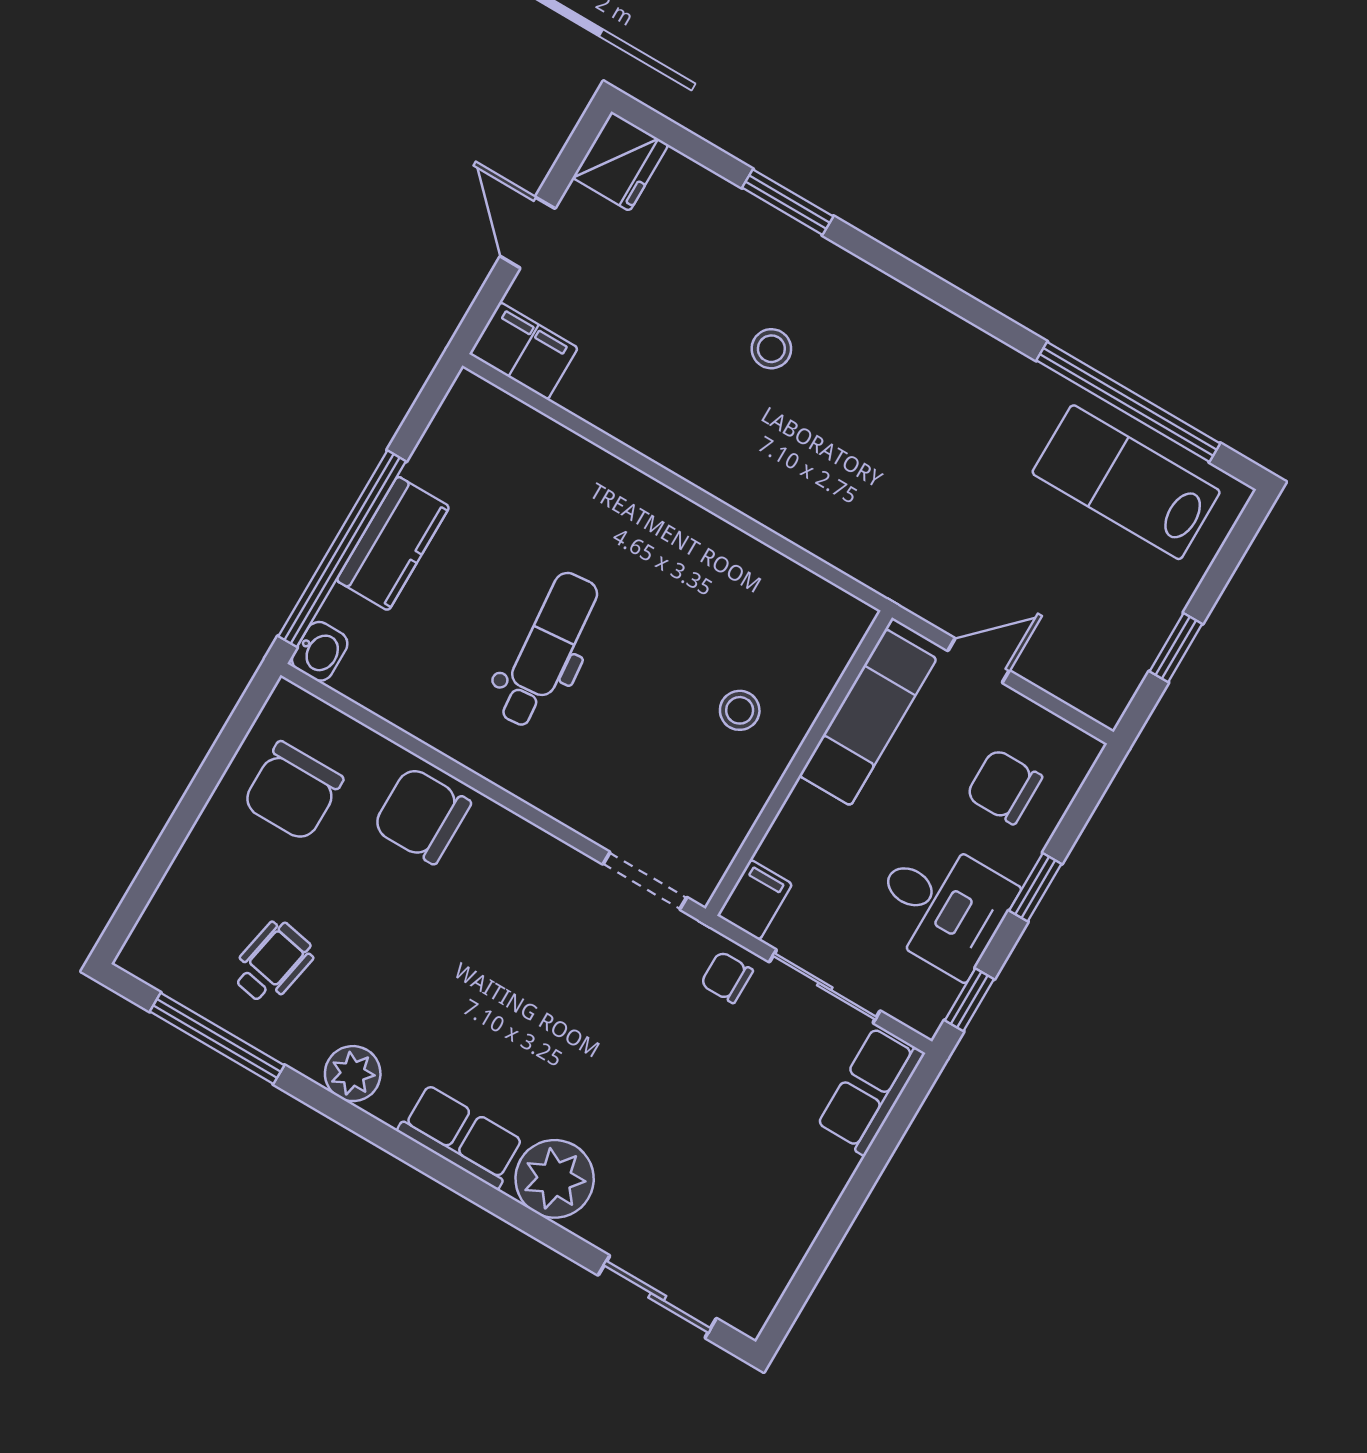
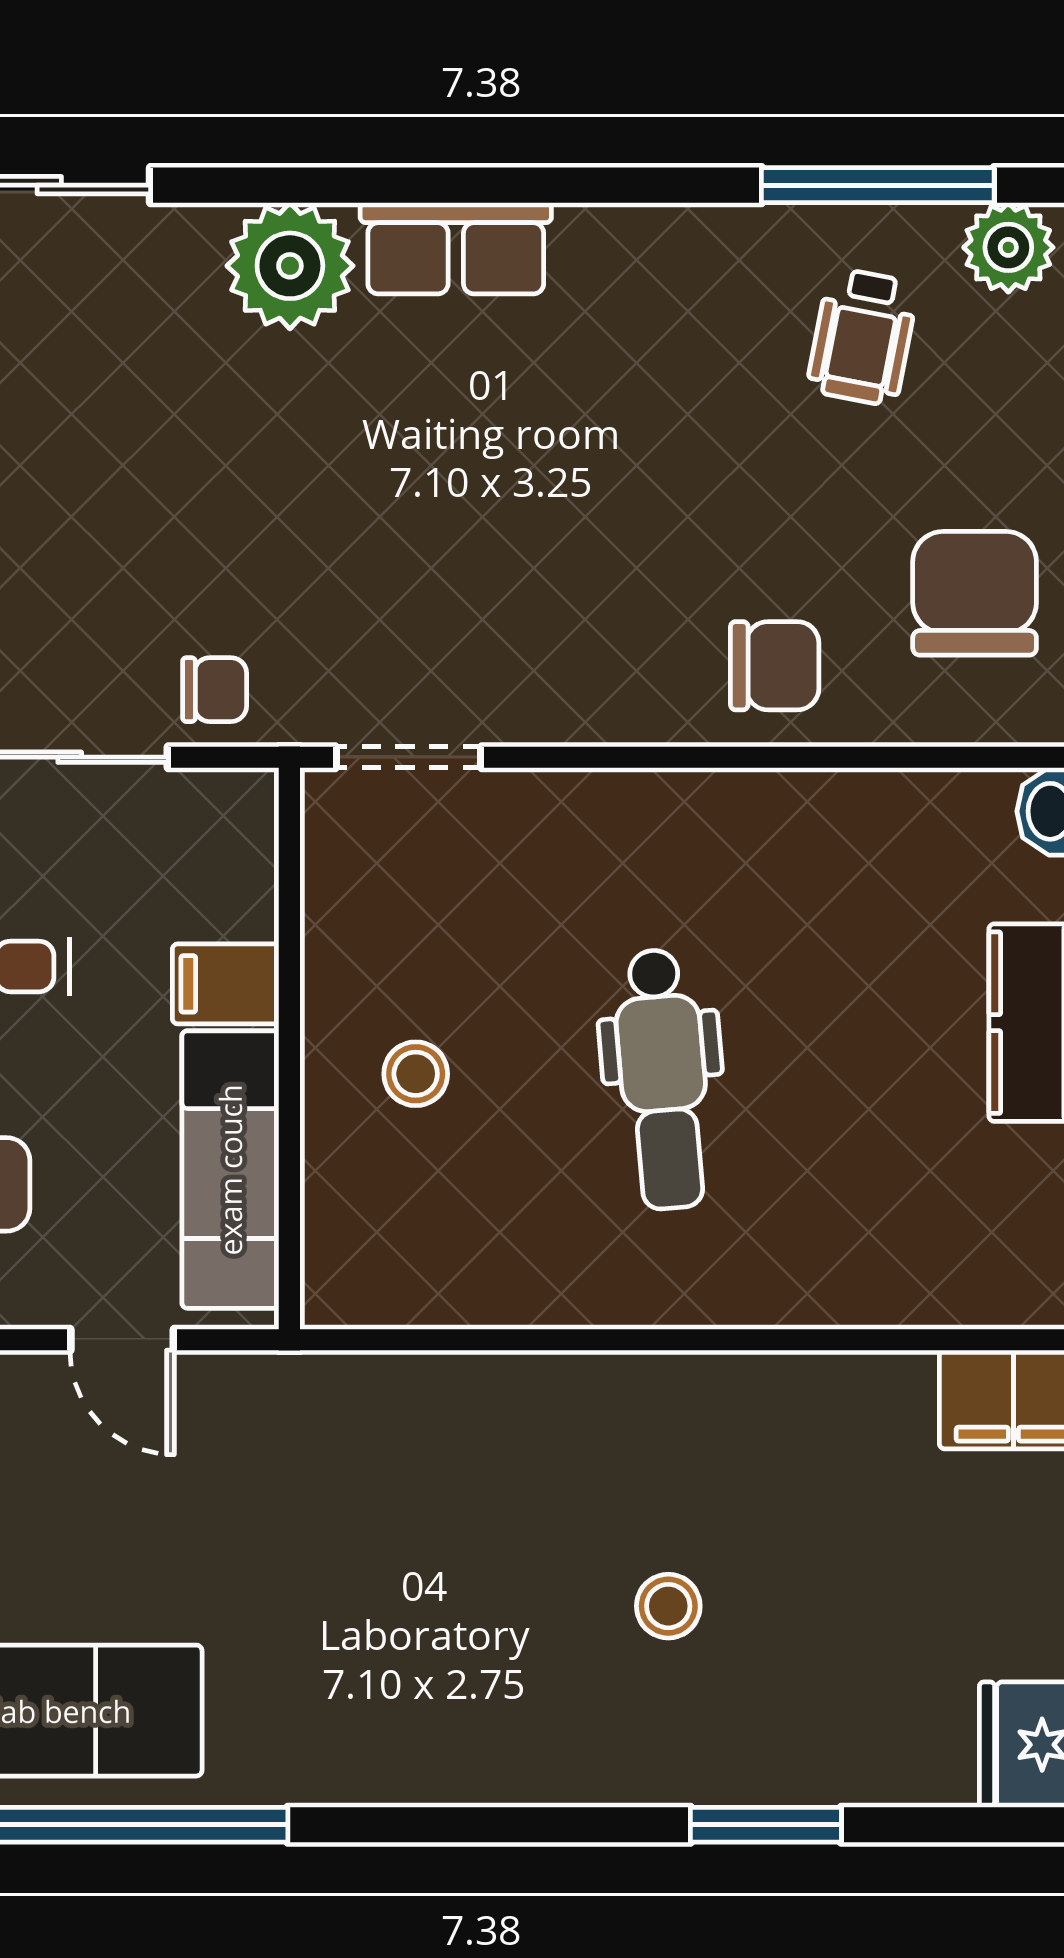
dental chair: (547, 650) -> (663, 1079), moved
door: (979, 661) -> (122, 1340), hinge flipped
chair: (422, 815) -> (775, 666), width x0.73, depth x0.73
filing cabinet: (755, 900) -> (226, 984), moved, turned 90
plant: (353, 1074) -> (1008, 247), moved

